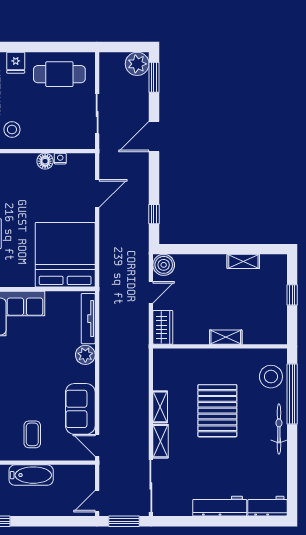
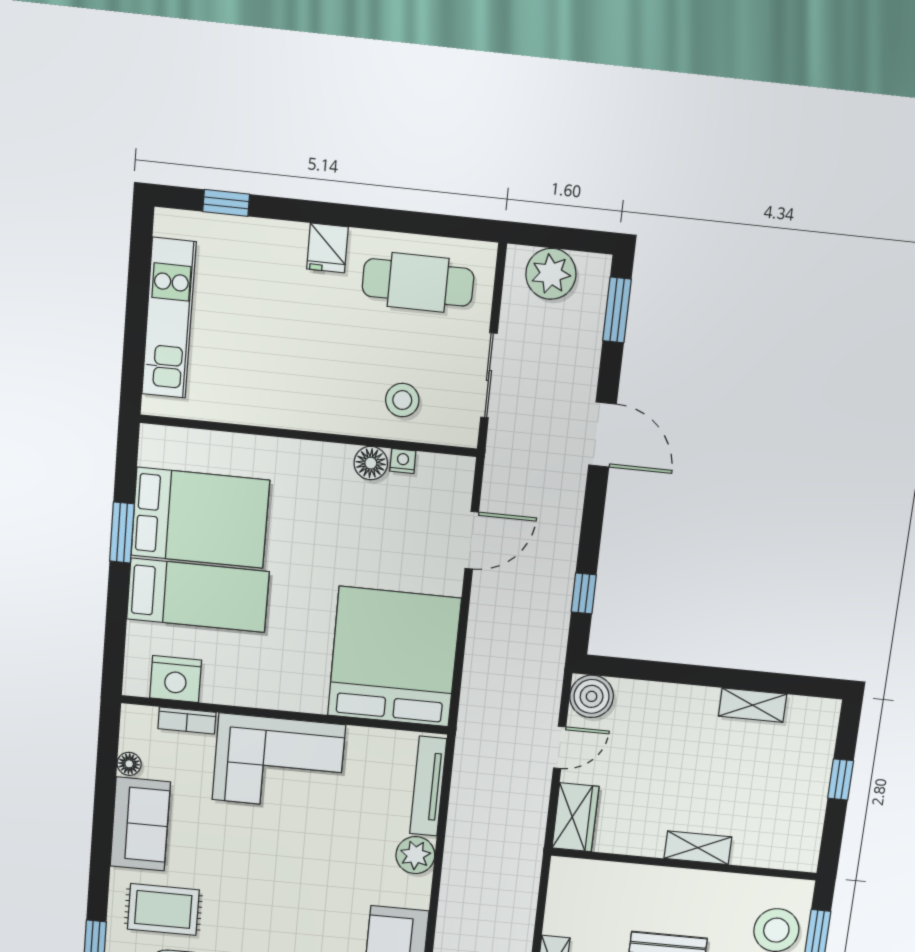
plant: (137, 64) -> (551, 274), moved
stool: (12, 130) -> (402, 400), moved
door: (154, 136) -> (602, 435), swing flipped

